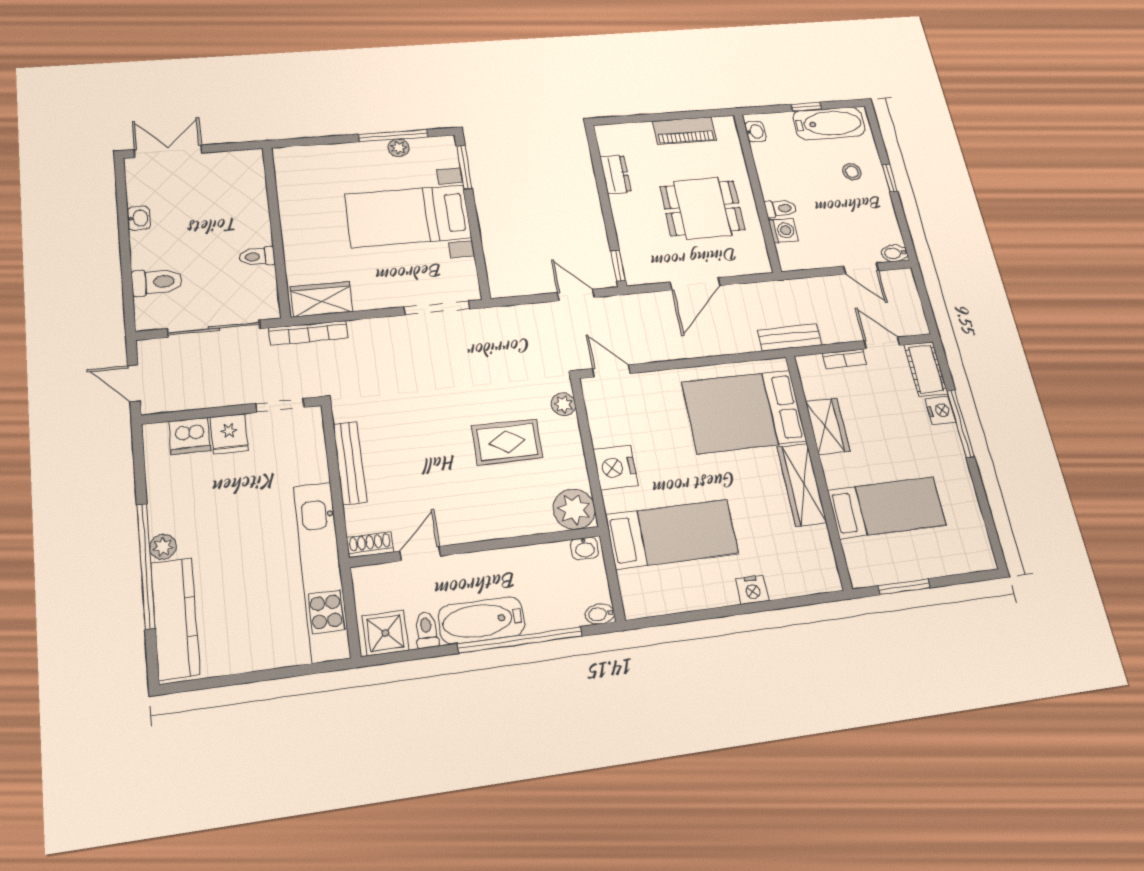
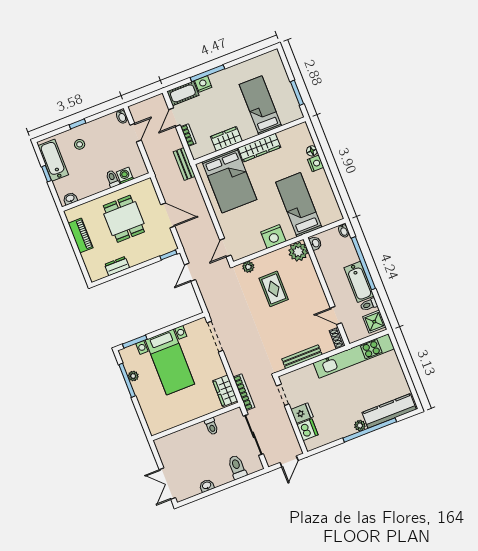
floor lamp: (780, 588) -> (312, 151), added

